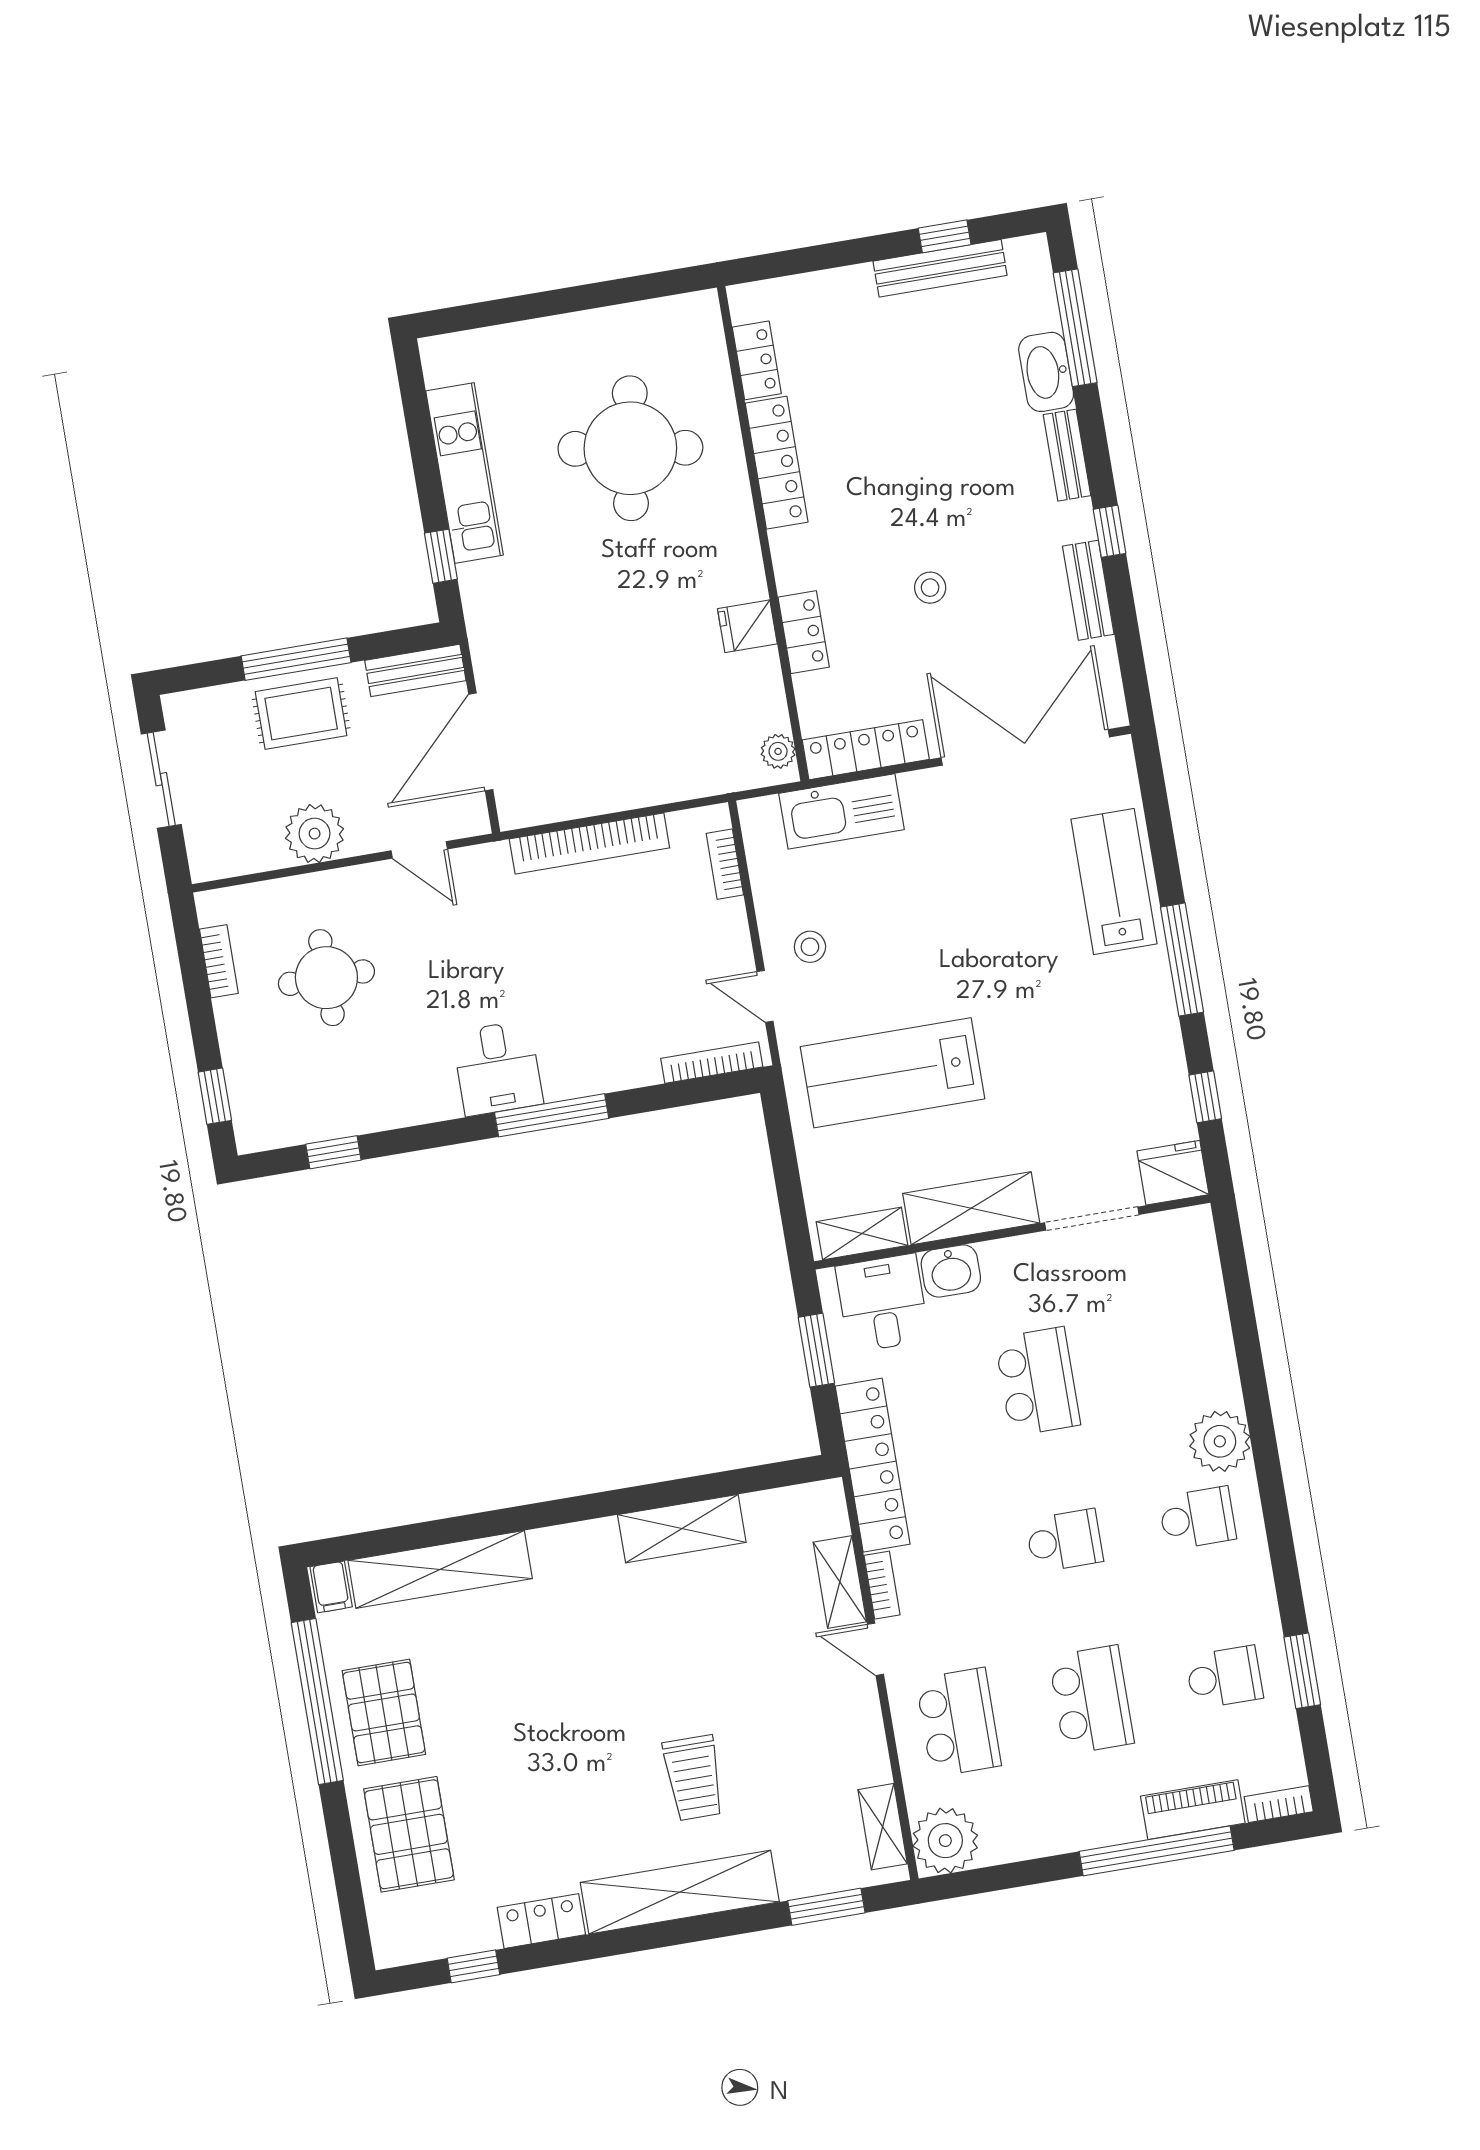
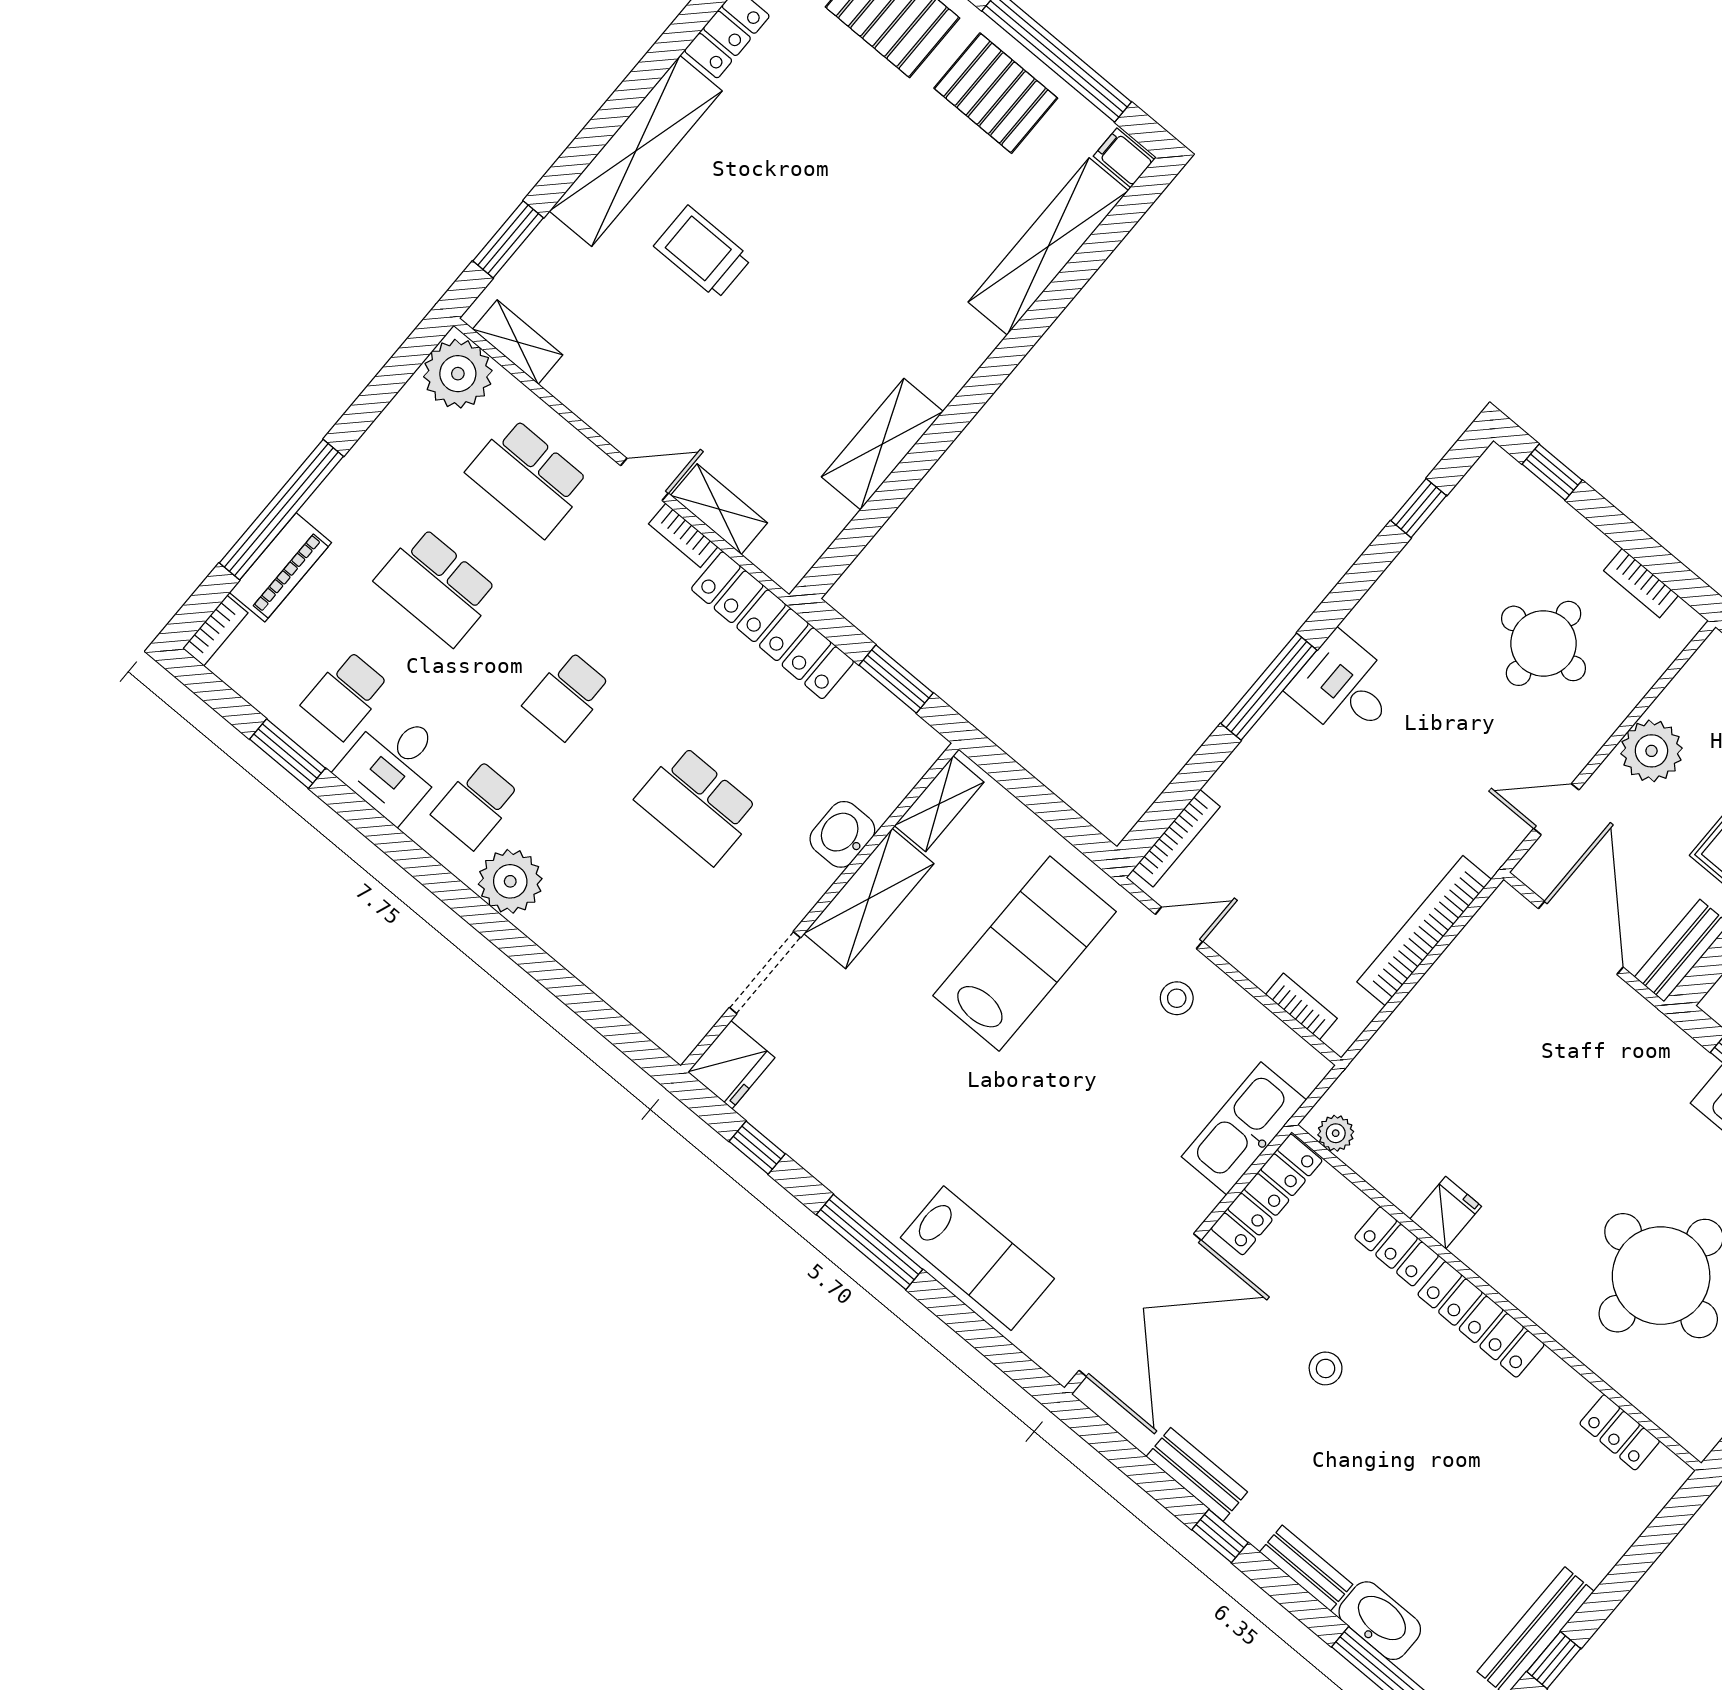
locker: (777, 463) -> (1481, 1319), moved
desk: (883, 1303) -> (394, 765), moved, turned 90

